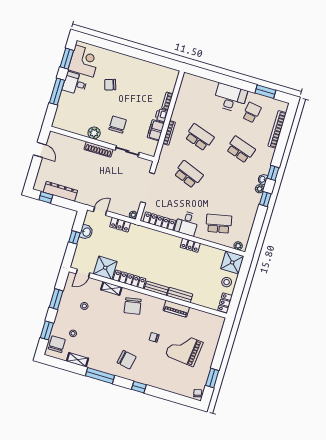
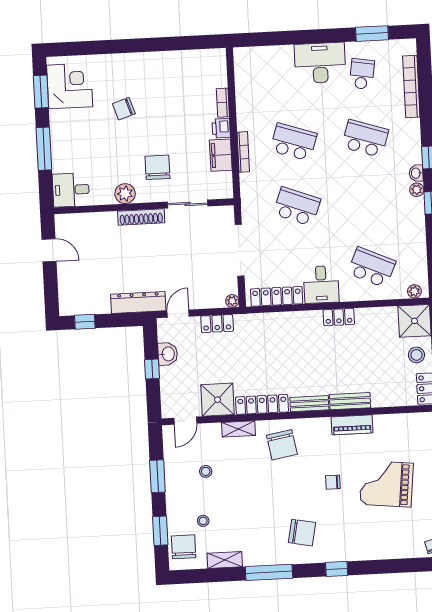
desk: (75, 83) -> (71, 190), moved
dresser: (60, 191) -> (138, 302), moved
school desk: (219, 224) -> (372, 267), turned 36

